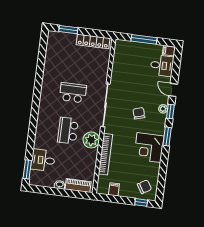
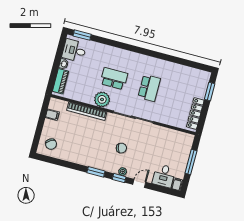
corner desk: (149, 148) -> (88, 153), removed
desk: (43, 160) -> (74, 50), moved, turned -90
window: (141, 202) -> (37, 139), removed

